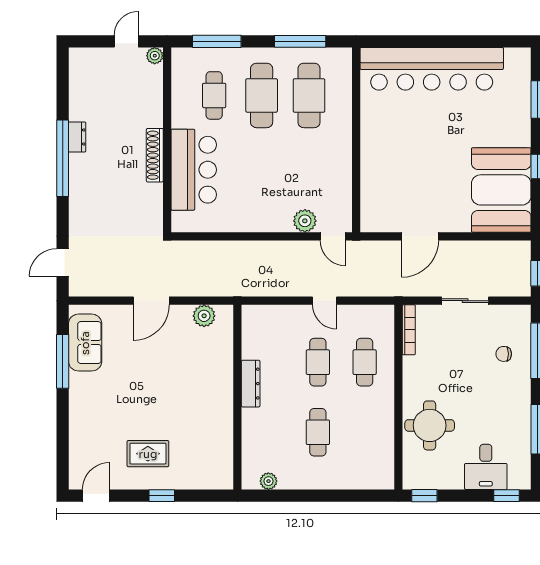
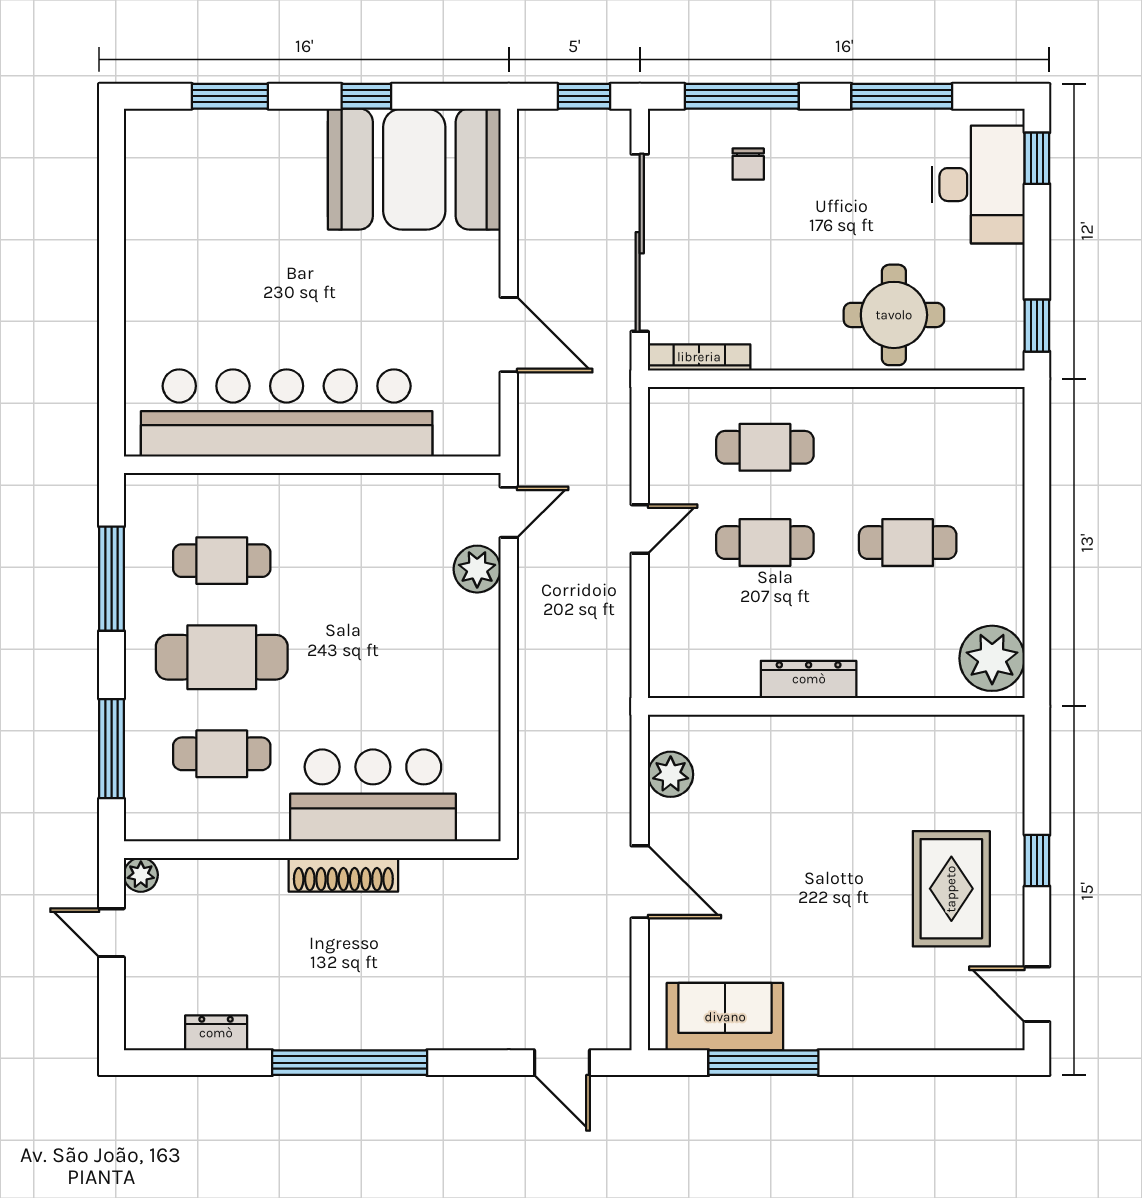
bar counter: (432, 69) -> (287, 413), moved, turned -90
cafe table: (309, 95) -> (222, 561), width x0.73, depth x0.74
dresser: (77, 137) -> (216, 1033), moved
sliding door: (465, 301) -> (640, 243), width x1.86
rug: (148, 454) -> (951, 889), width x1.36, depth x1.43
desk: (486, 467) -> (978, 185), width x1.37
plant: (268, 481) -> (992, 658), width x1.87, depth x1.87

